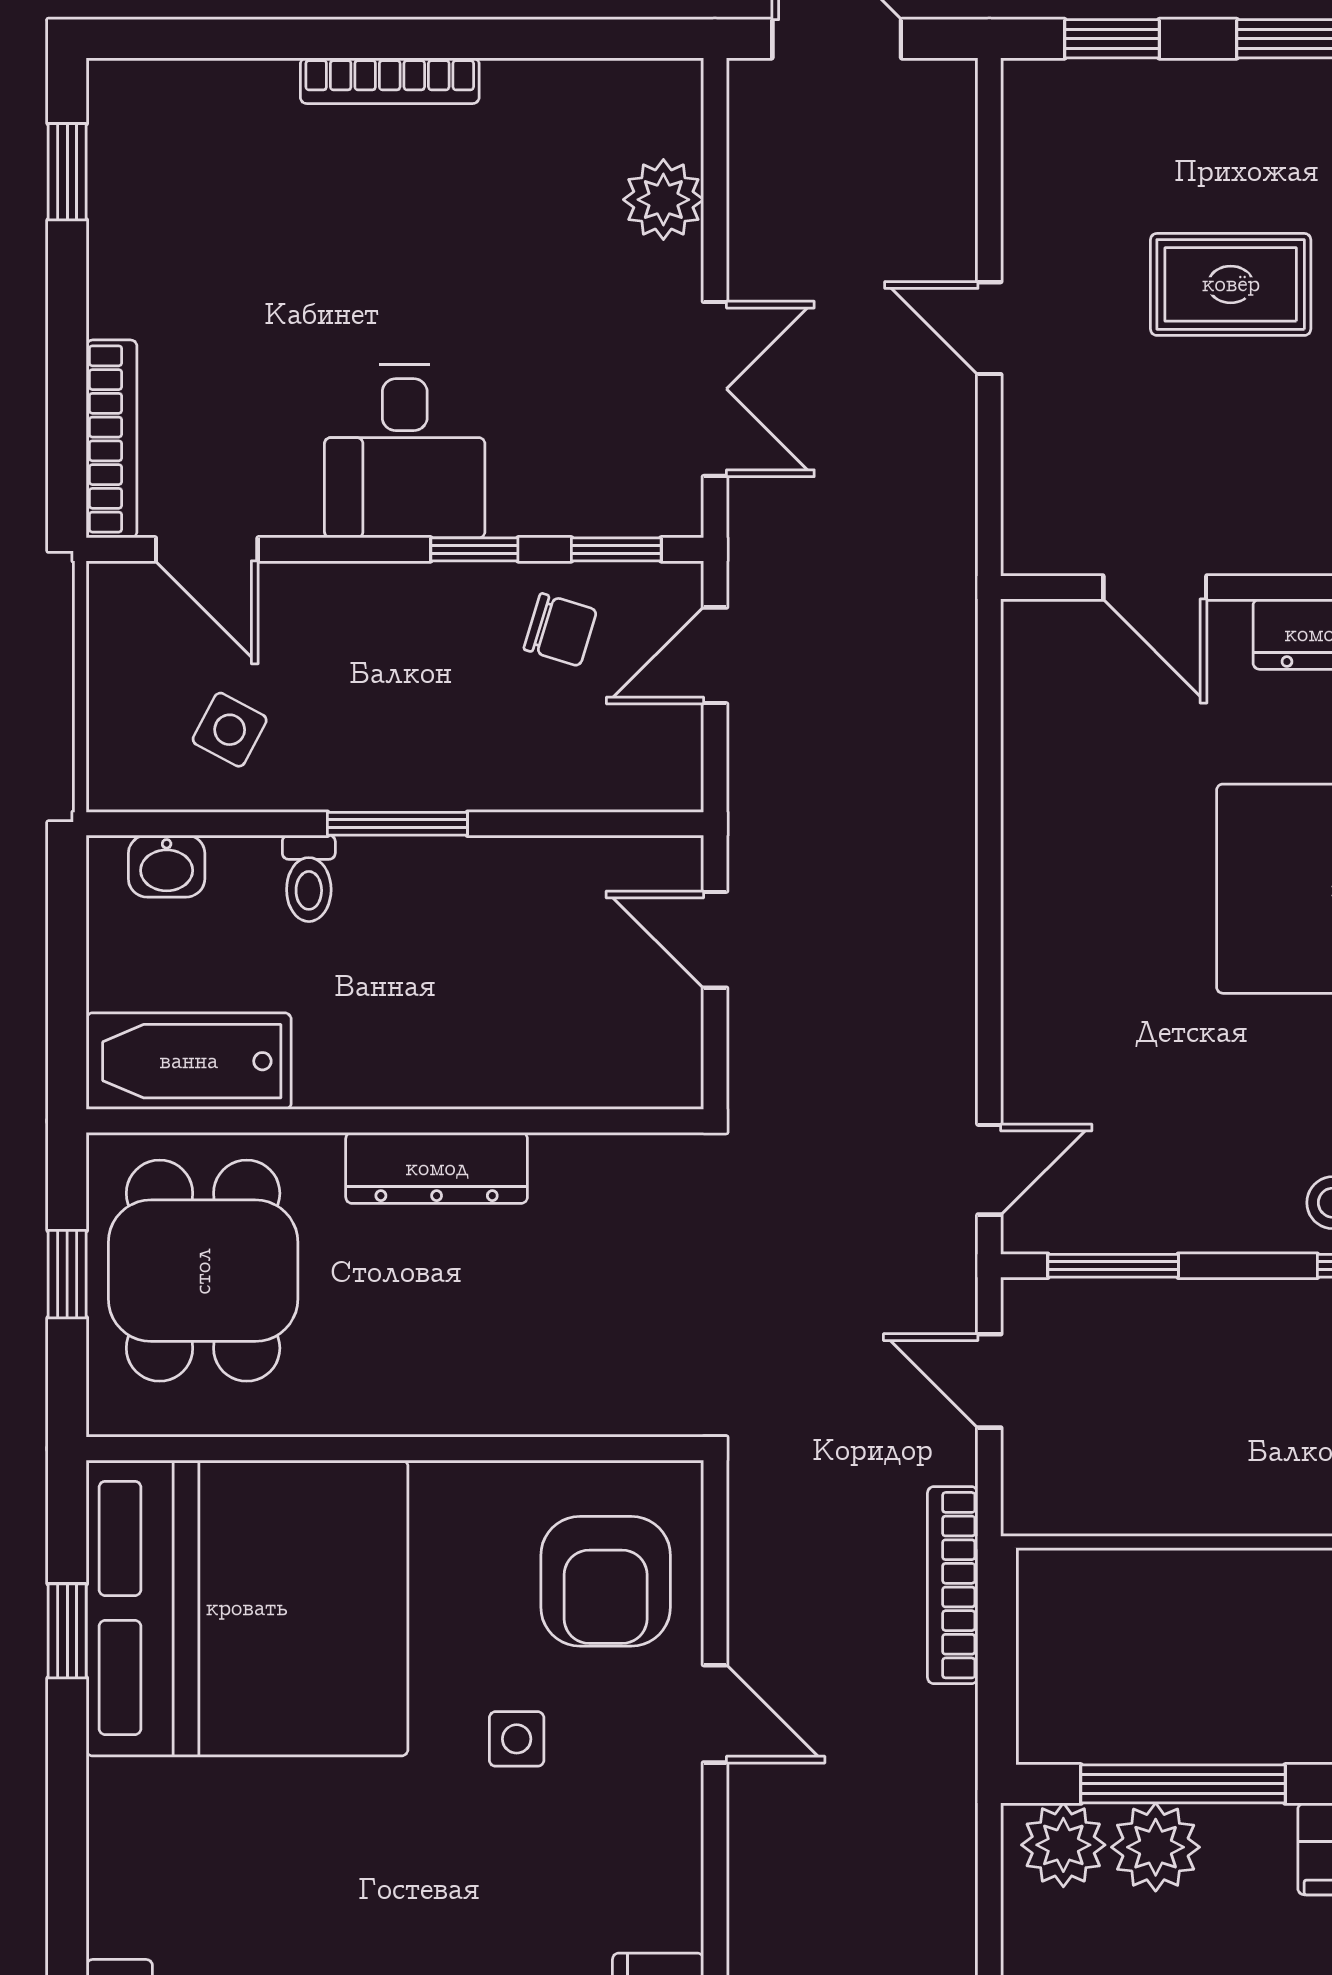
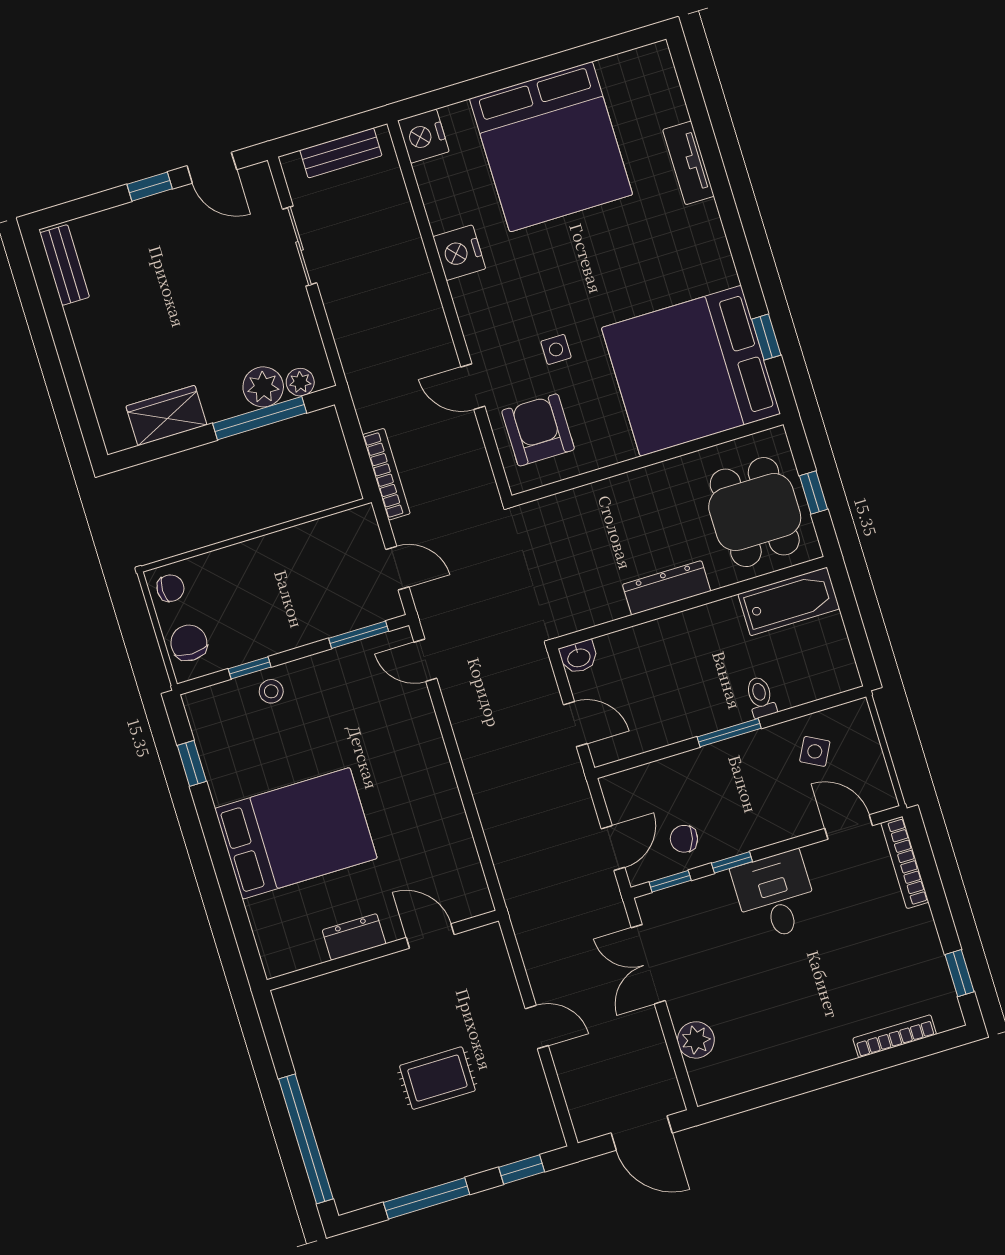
bookcase: (390, 81) -> (895, 1036), moved
washbasin: (167, 866) -> (579, 657), moved, turned 180
door: (989, 1170) -> (425, 660), hinge flipped
plant: (1063, 1845) -> (300, 382), width x0.73, depth x0.73

